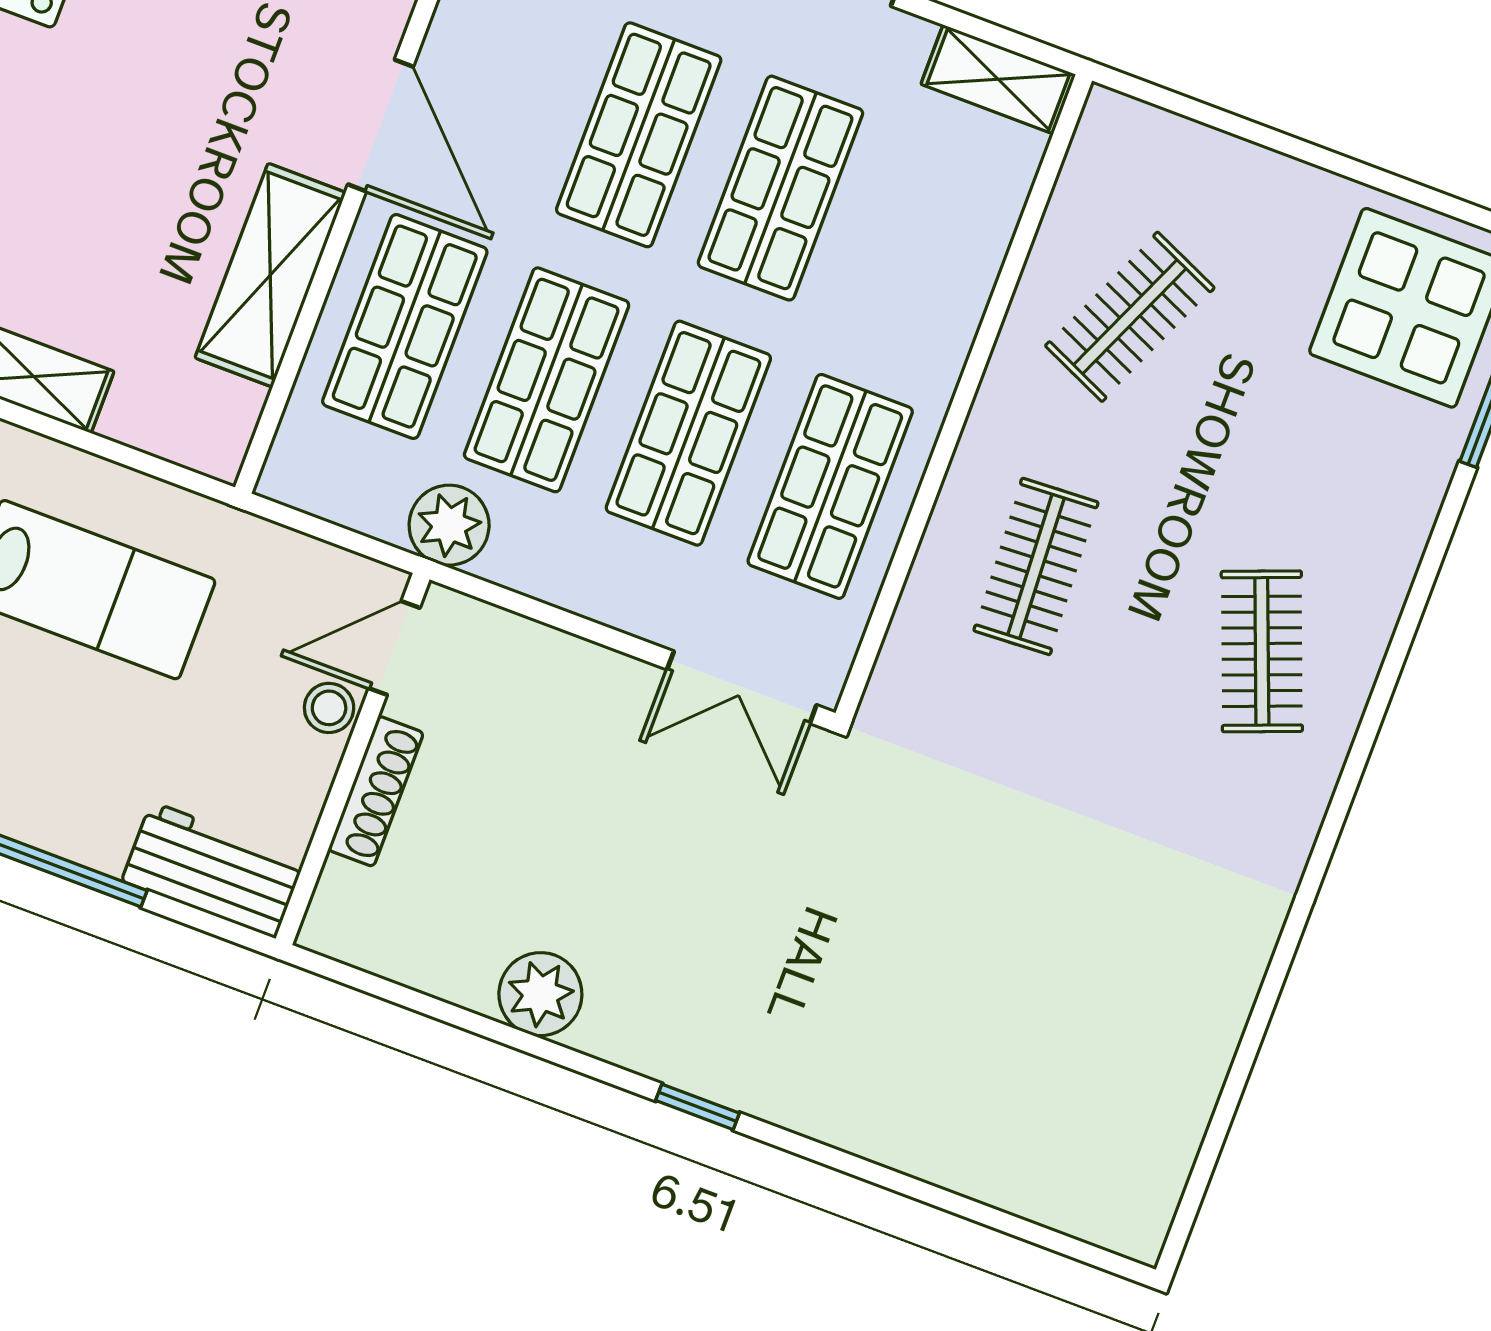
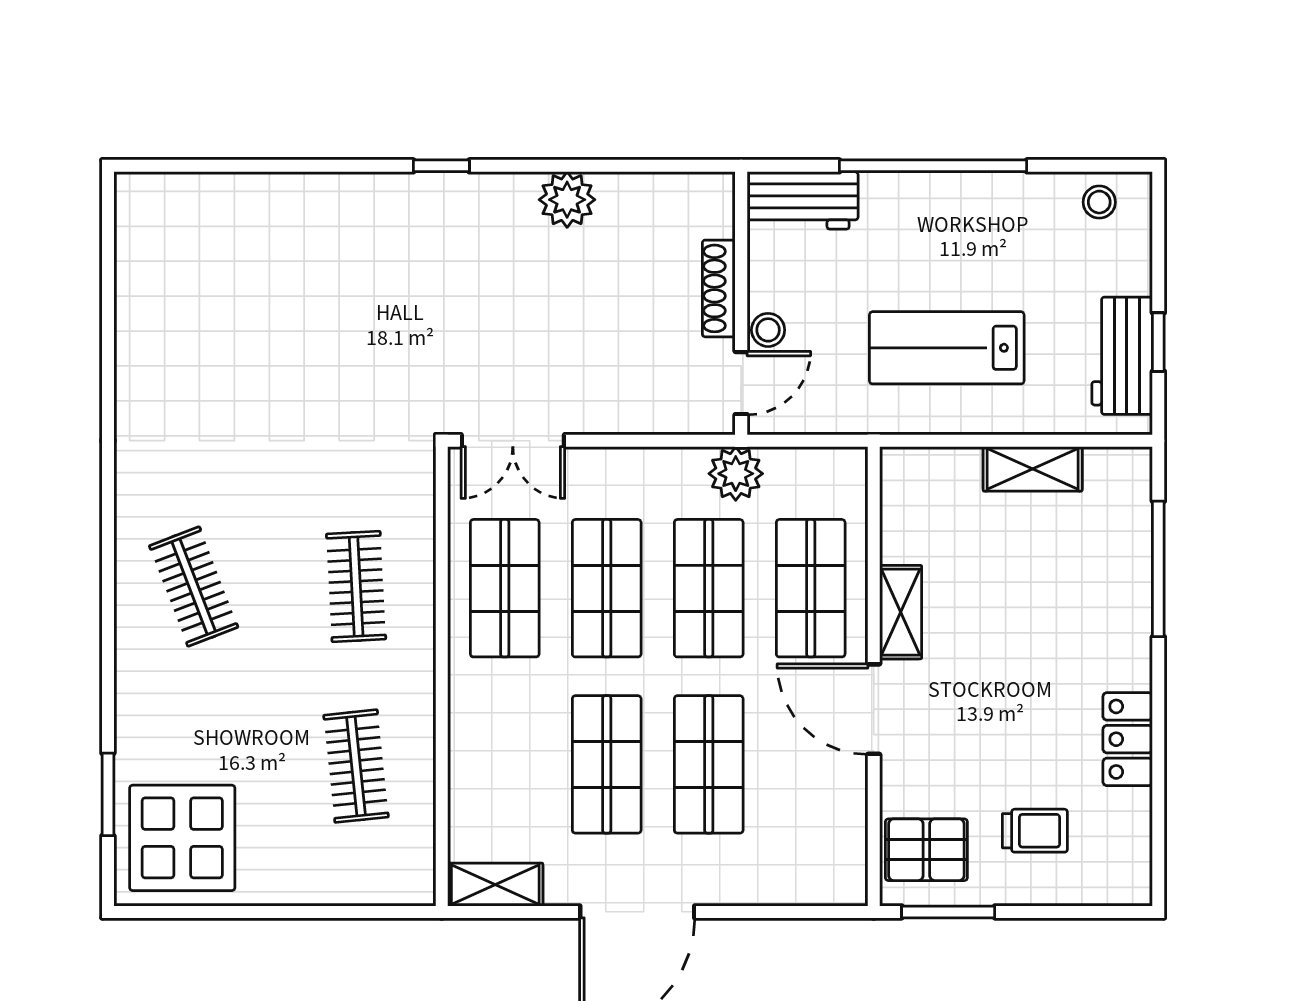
shelving: (270, 275) -> (901, 612), width x0.67, depth x0.75
clothes rail: (1130, 317) -> (356, 766), turned -30
double door: (742, 687) -> (513, 441), swing flipped

